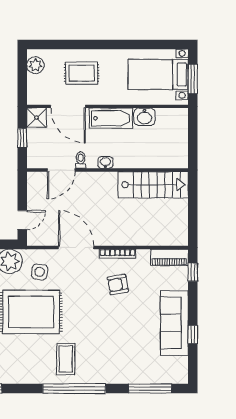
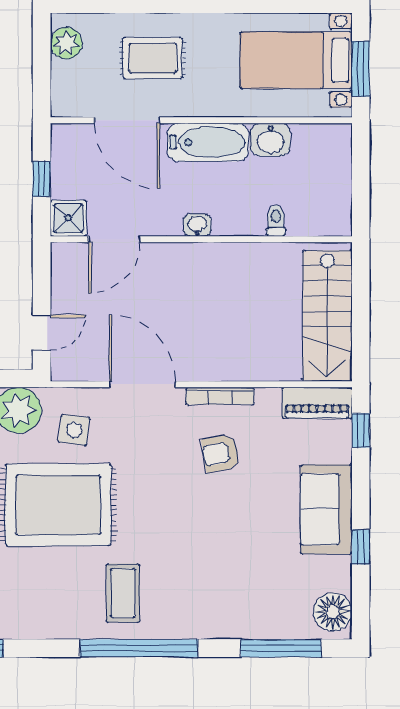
shower: (37, 118) -> (68, 218), moved
toilet: (81, 160) -> (276, 221), moved
stairs: (153, 185) -> (327, 316), moved, turned 90
sofa: (174, 323) -> (326, 509), width x0.73
floor lamp: (178, 369) -> (333, 612), added

